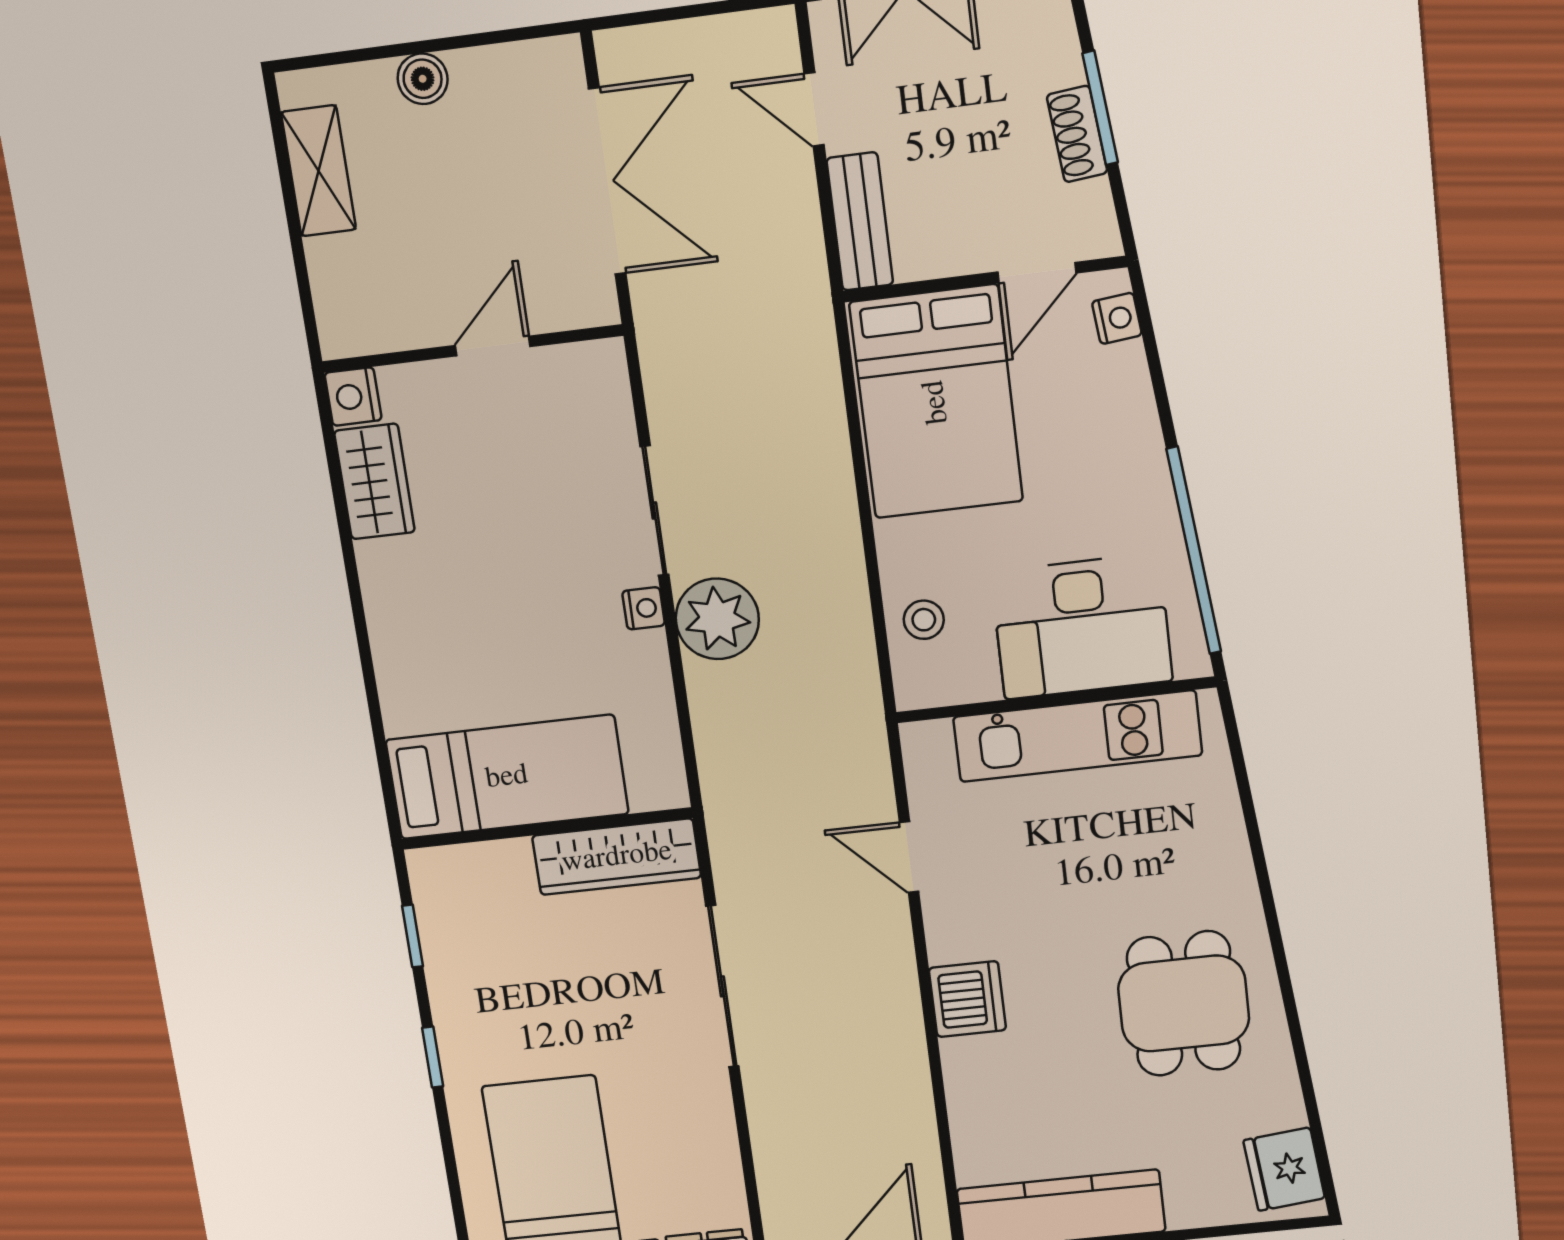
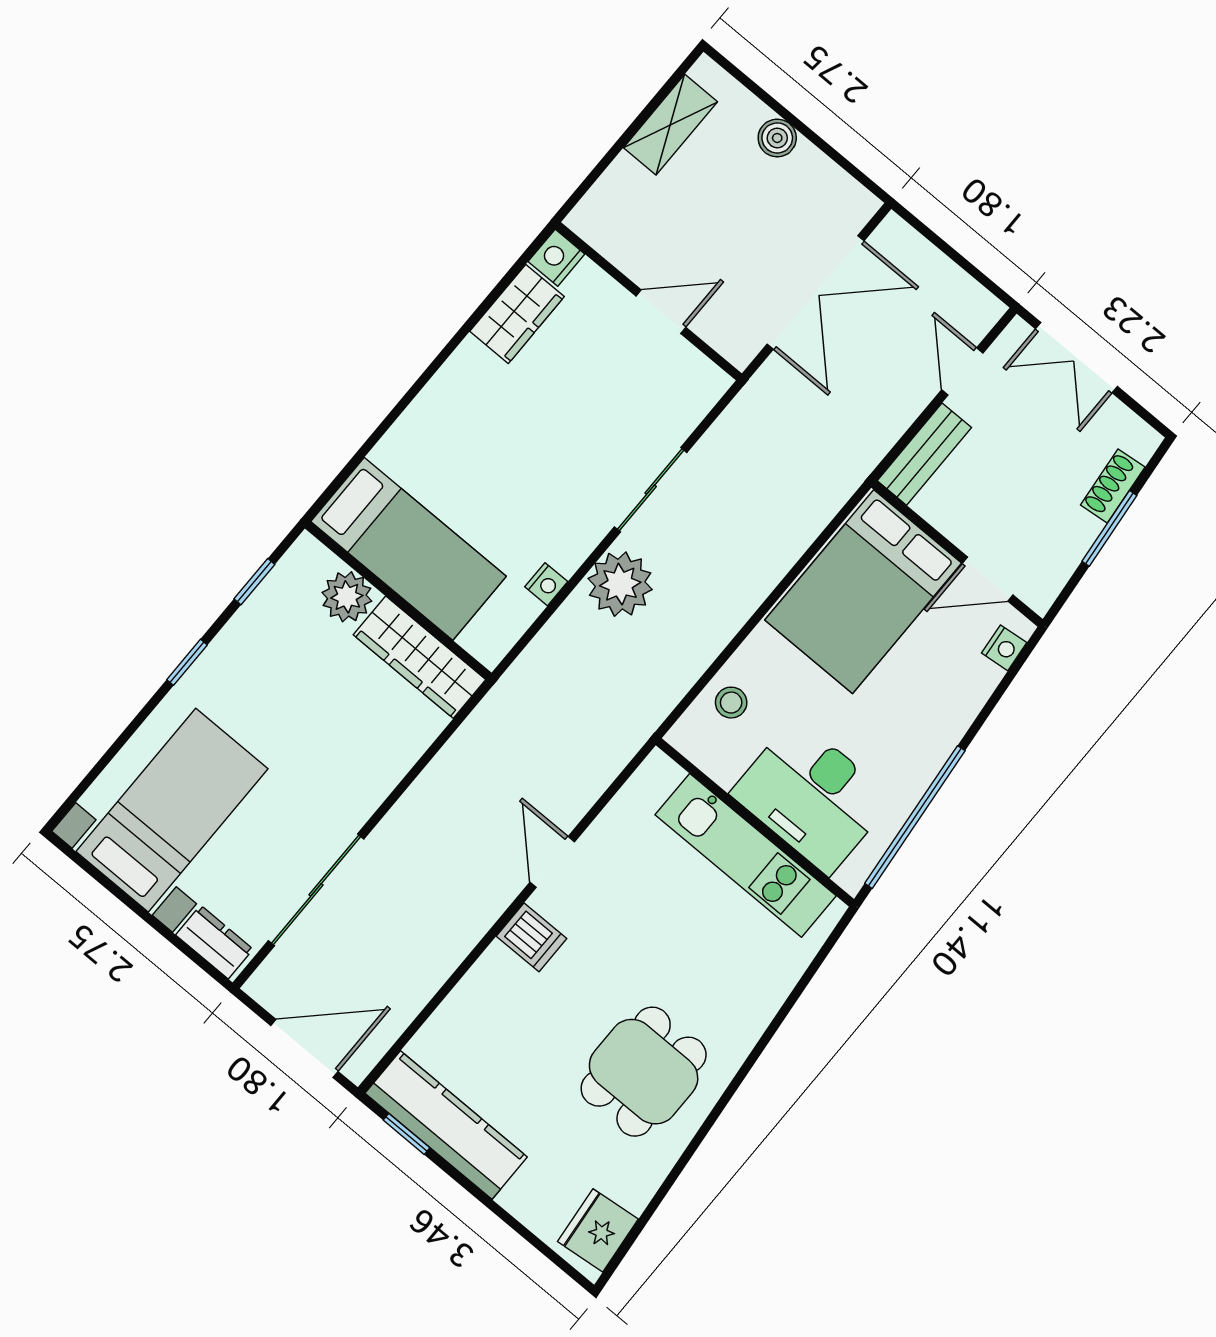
shoe rack: (1077, 134) -> (1113, 486), moved
nightstand: (644, 608) -> (546, 584), moved
door: (909, 857) -> (552, 862), moved
plant: (501, 870) -> (347, 597), added
sliding door: (722, 986) -> (316, 890), moved
dishwasher: (967, 999) -> (531, 937), width x0.73

